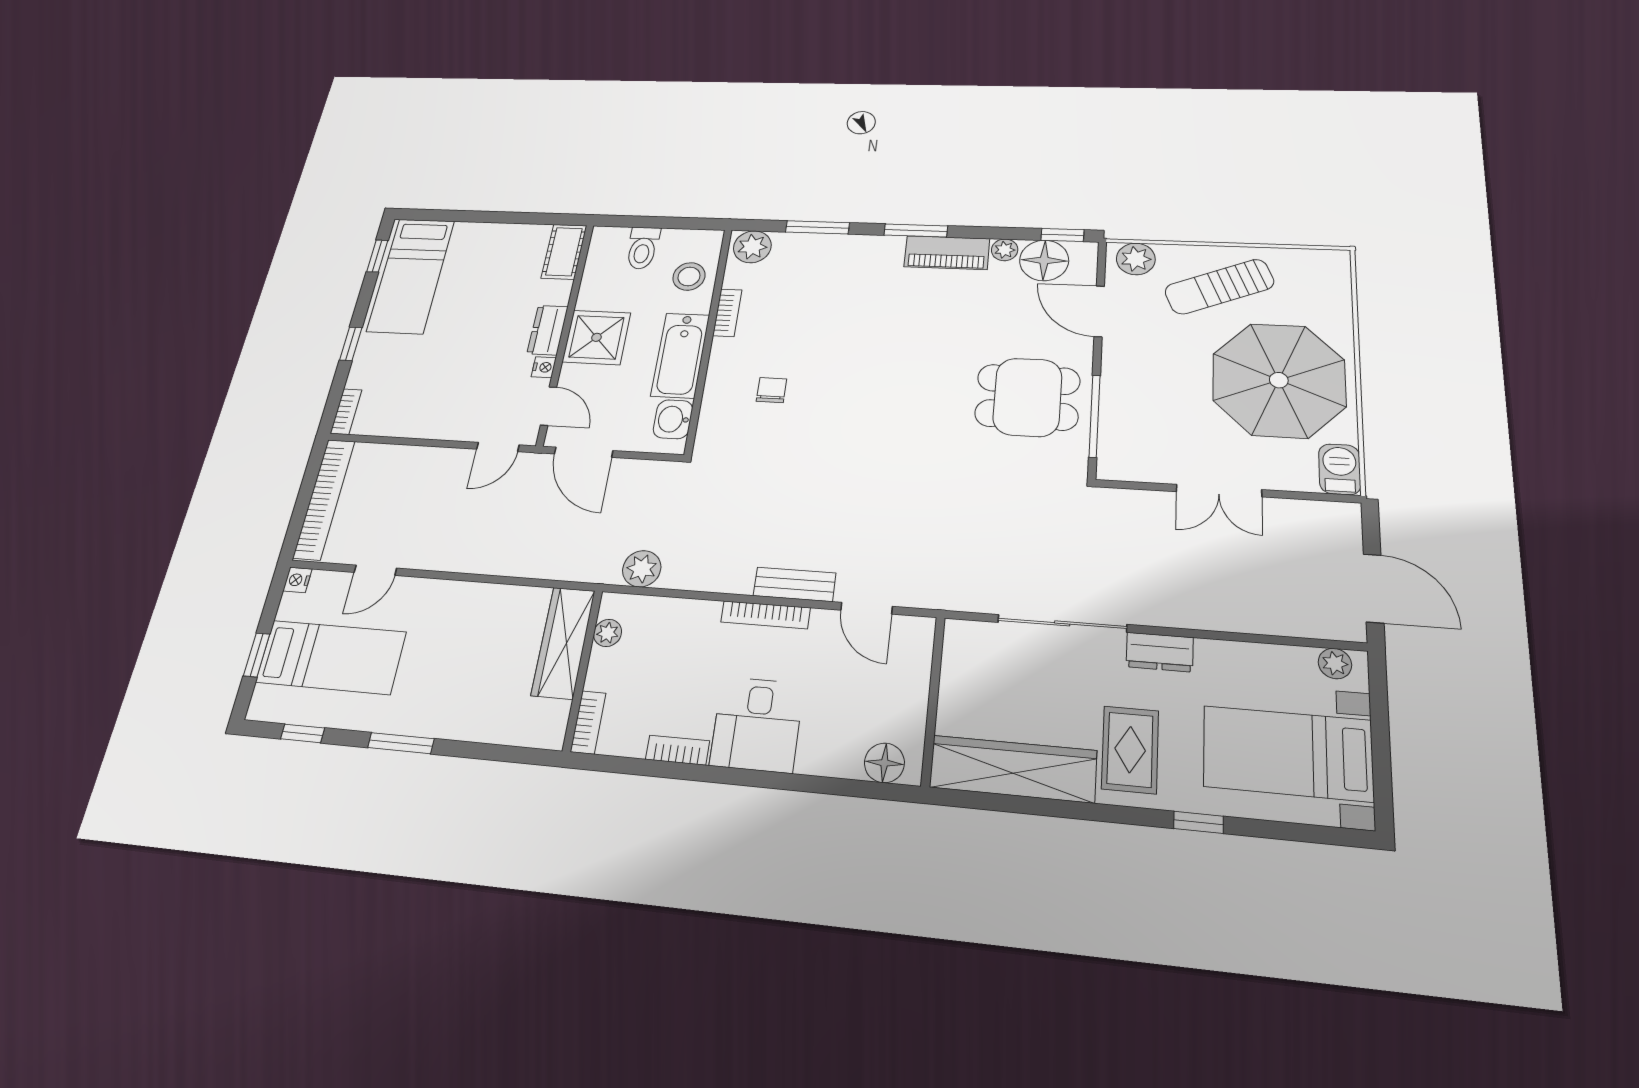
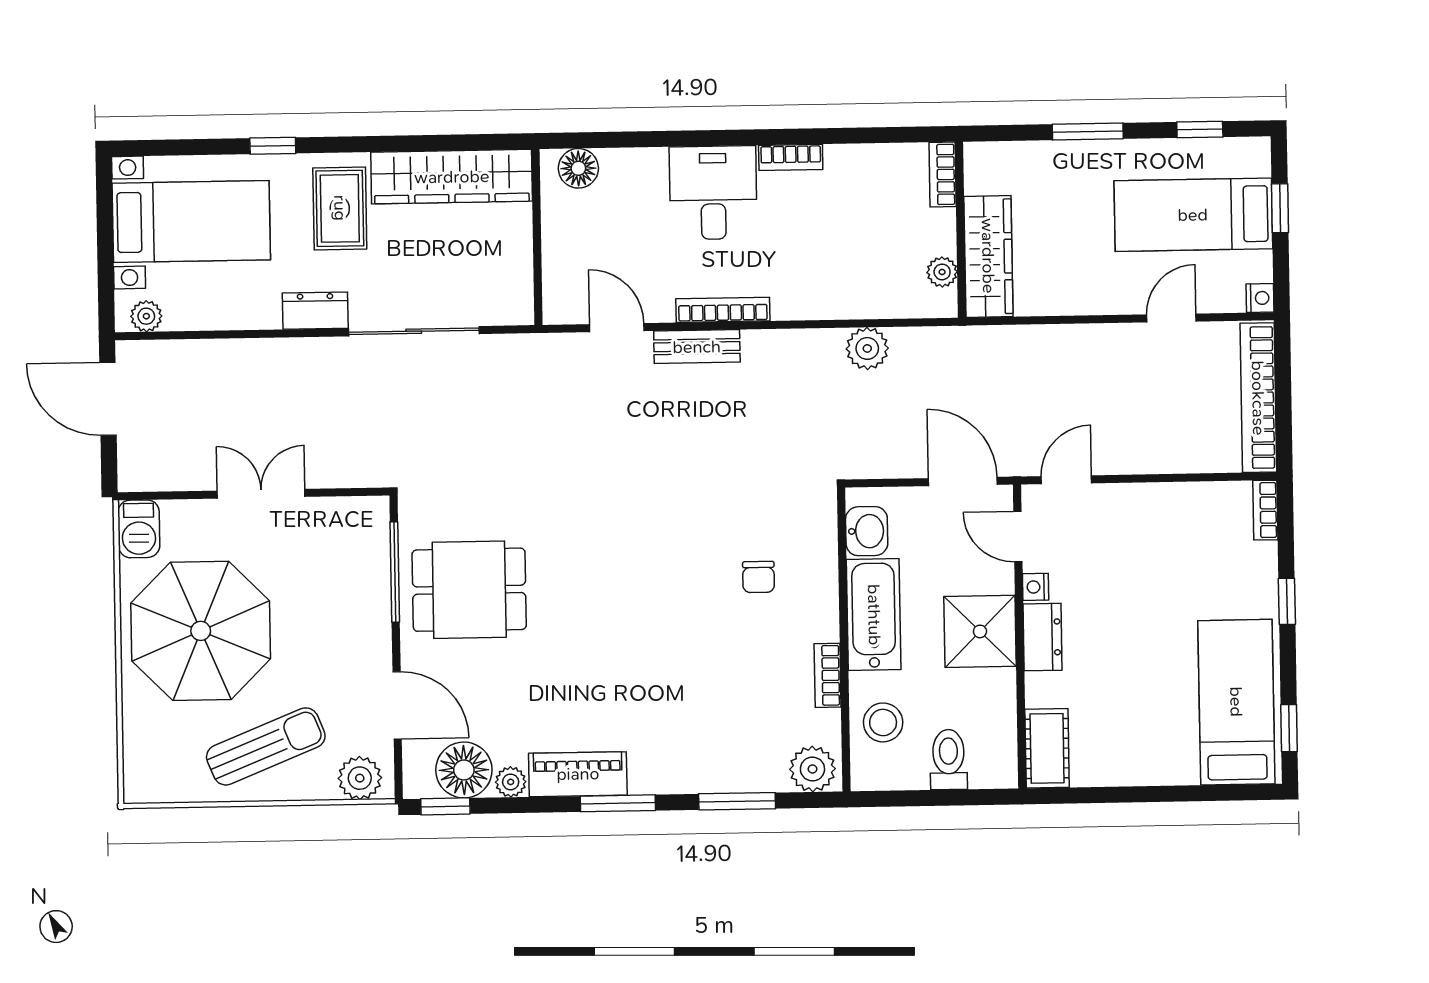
plant: (608, 633) -> (942, 272), moved
wardrobe: (563, 643) -> (988, 256), moved
wall: (583, 669) -> (961, 230), moved
bookcase: (588, 722) -> (943, 174), moved

